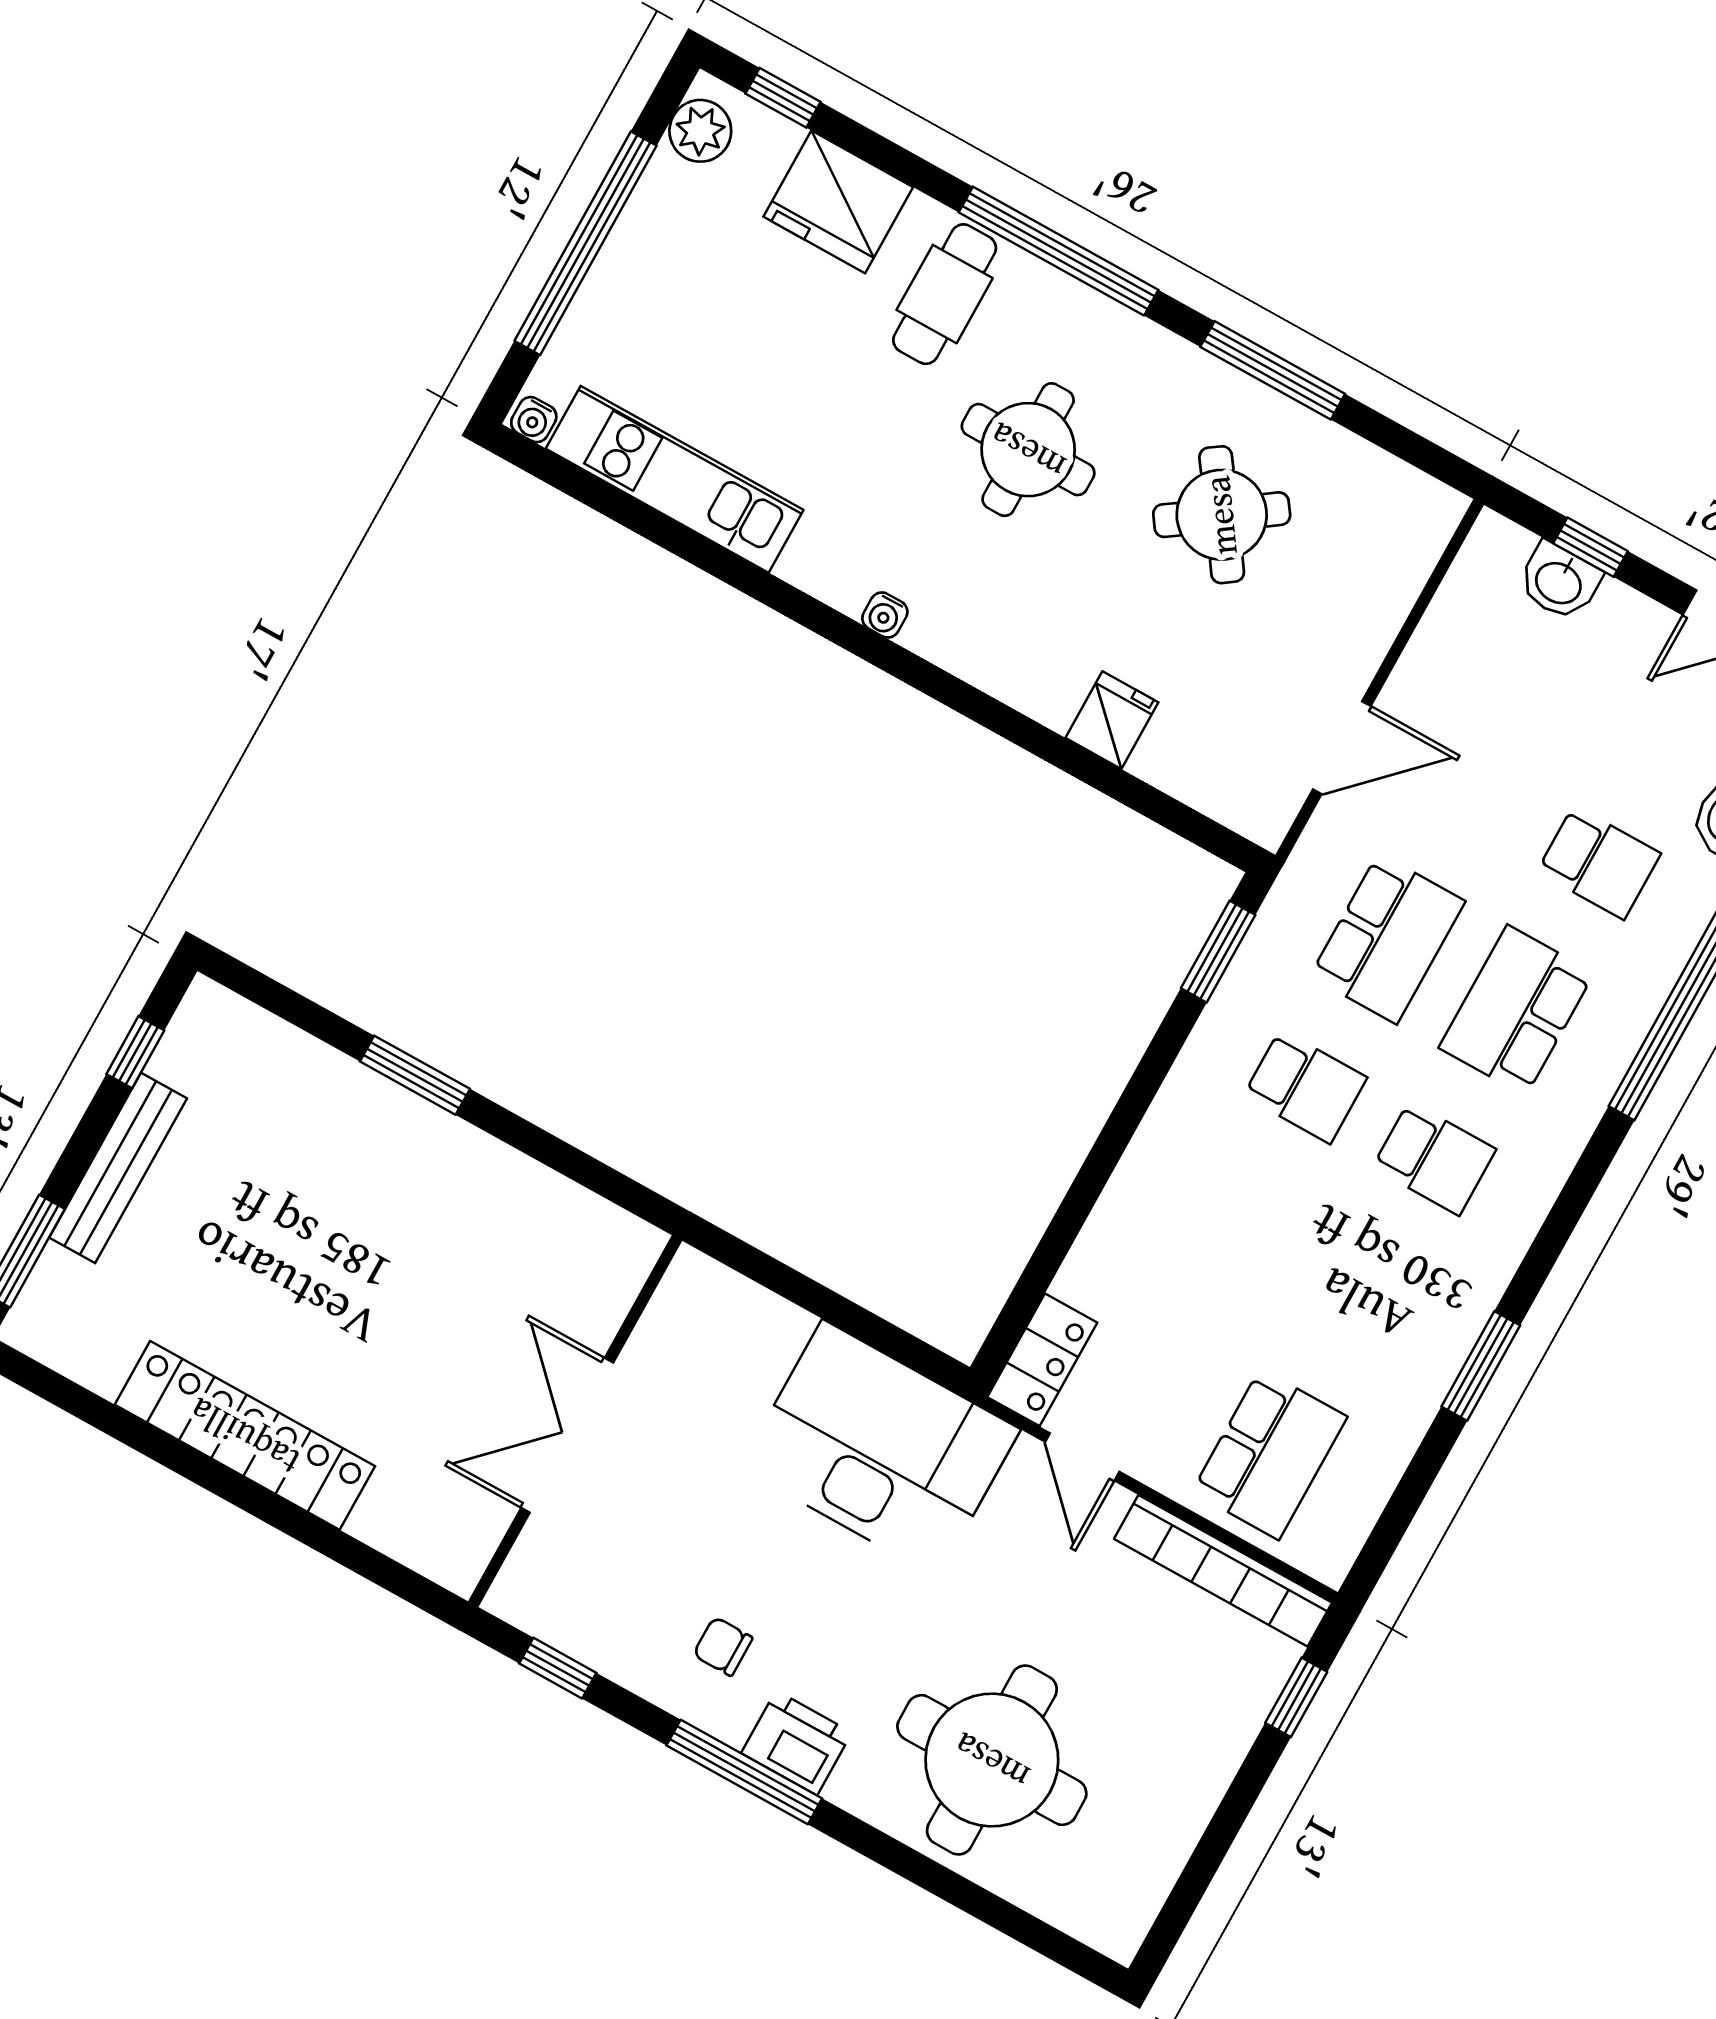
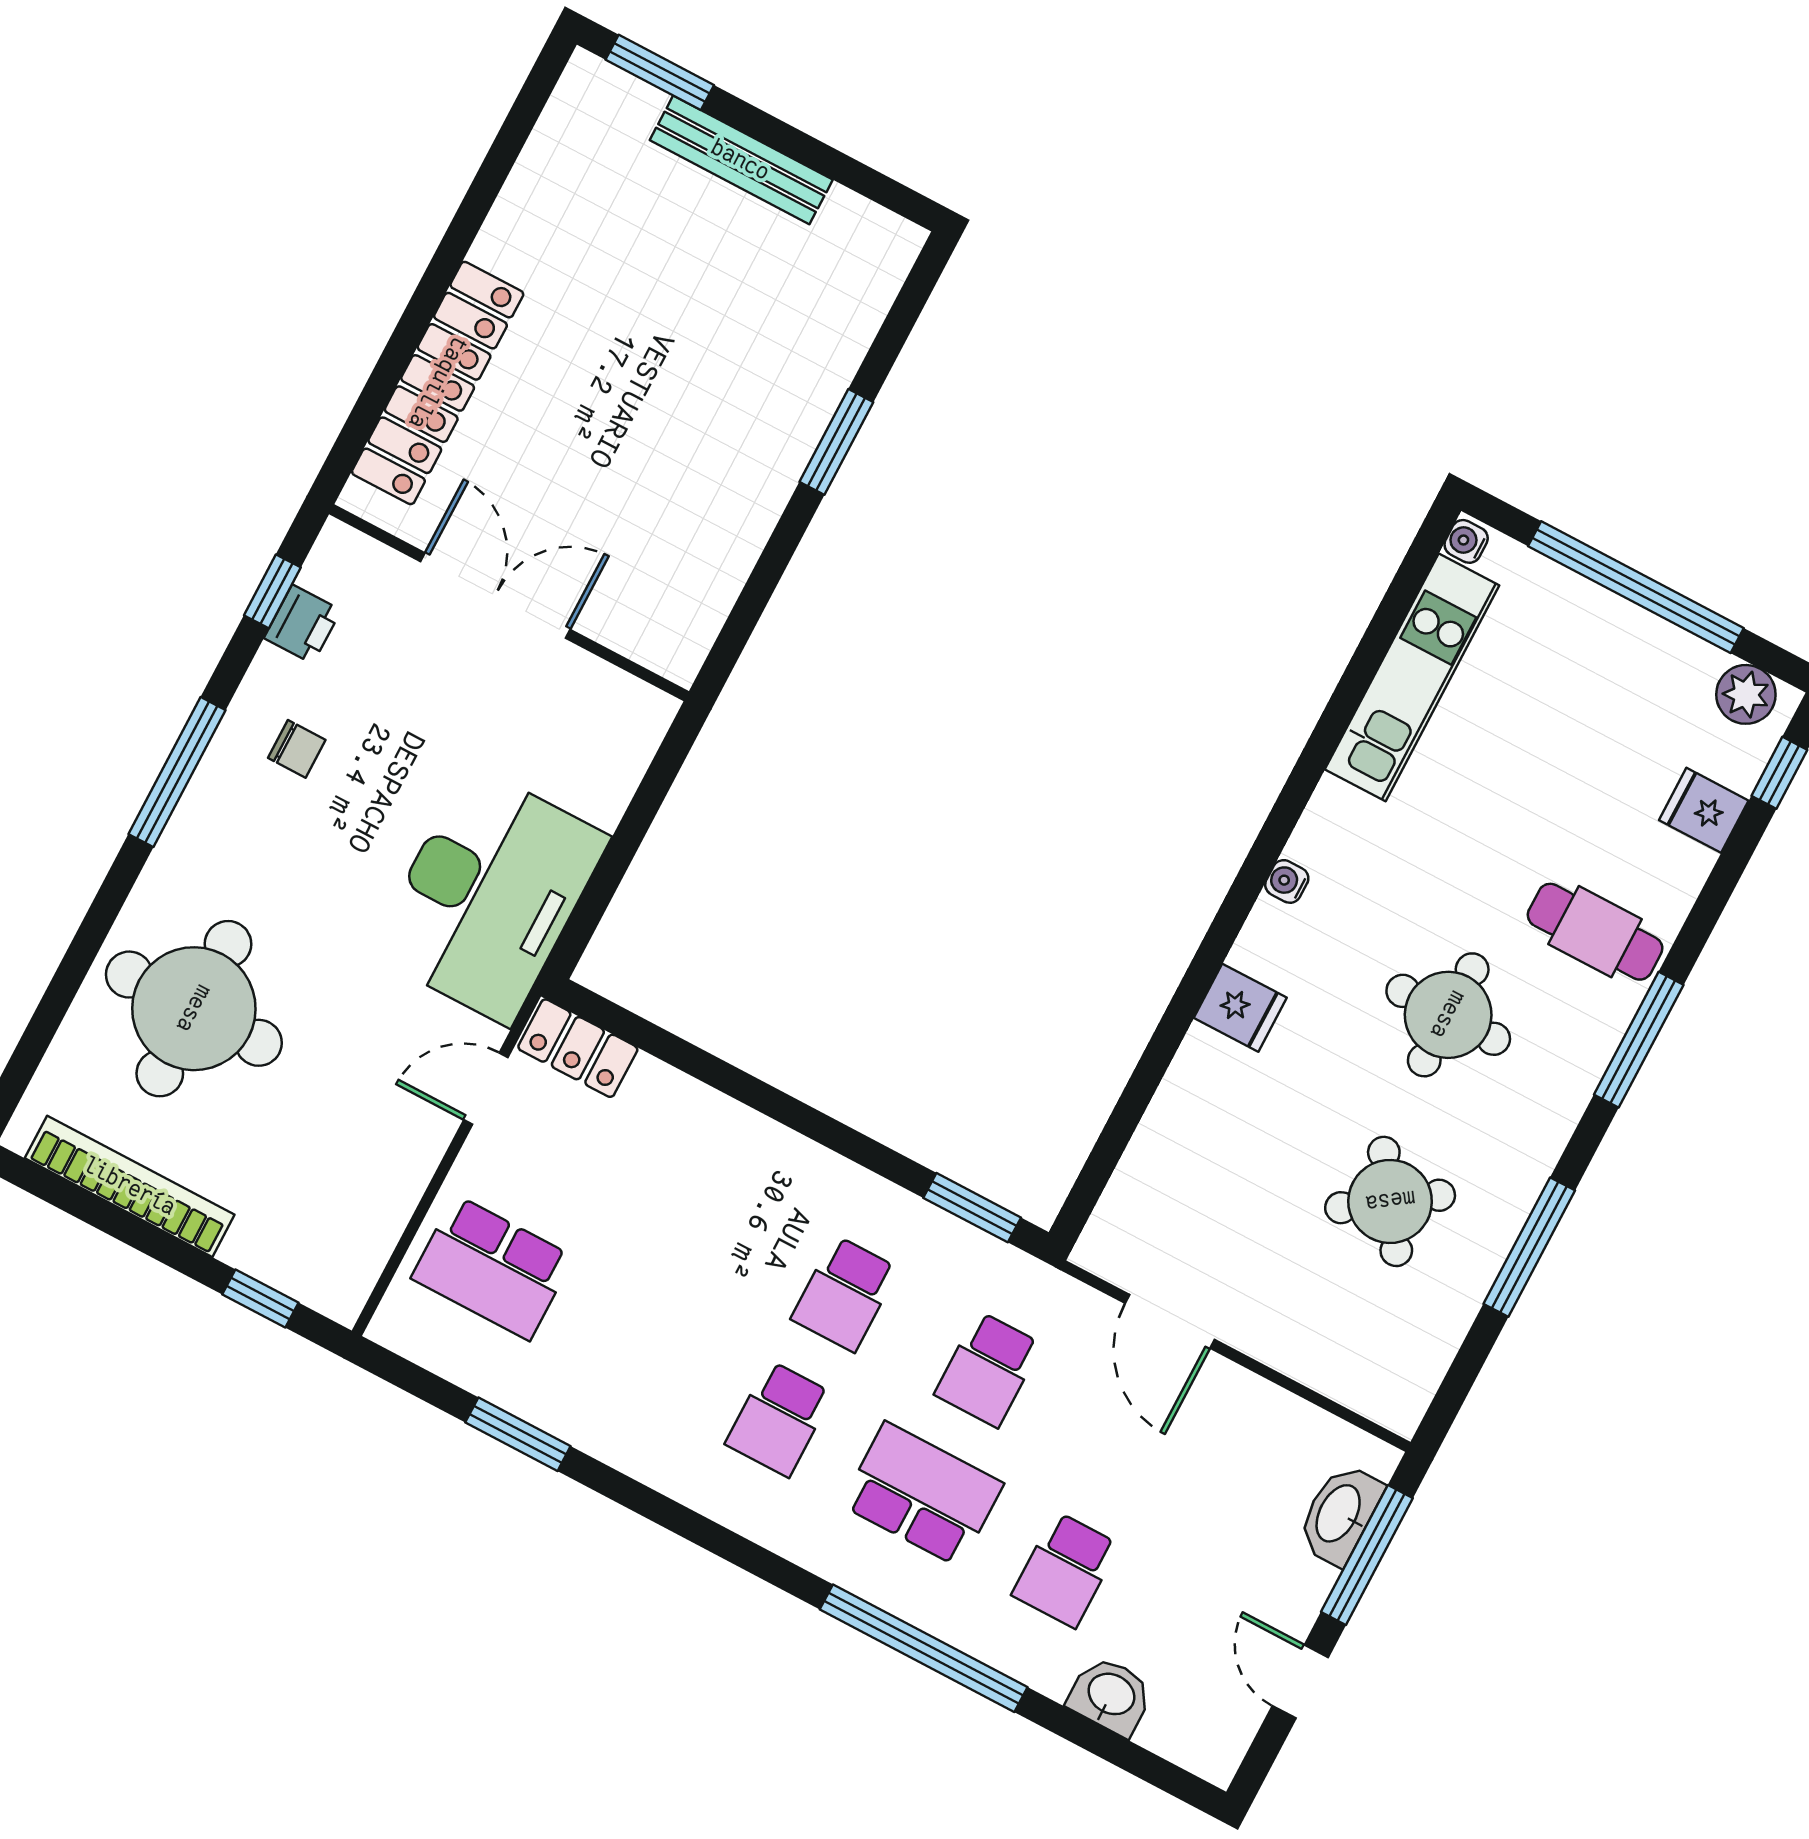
fridge: (838, 202) -> (1704, 810), width x0.53, depth x0.75
window: (1058, 251) -> (1639, 1040), width x0.68
window: (1591, 547) -> (1367, 1555), width x2.17
washbasin: (1559, 582) -> (1340, 1514), width x1.38
fridge: (1112, 720) -> (1240, 1008), moved
school desk: (1388, 939) -> (988, 1369), width x0.54
window: (135, 1052) -> (852, 174), removed
window: (1481, 1366) -> (518, 1434), moved
locker: (245, 1435) -> (438, 383), moved
bookcase: (1223, 1571) -> (130, 1186), moved, turned 90
chair: (723, 1646) -> (297, 749), turned 90
printer: (797, 1743) -> (303, 624), moved, width x0.73, depth x0.81

